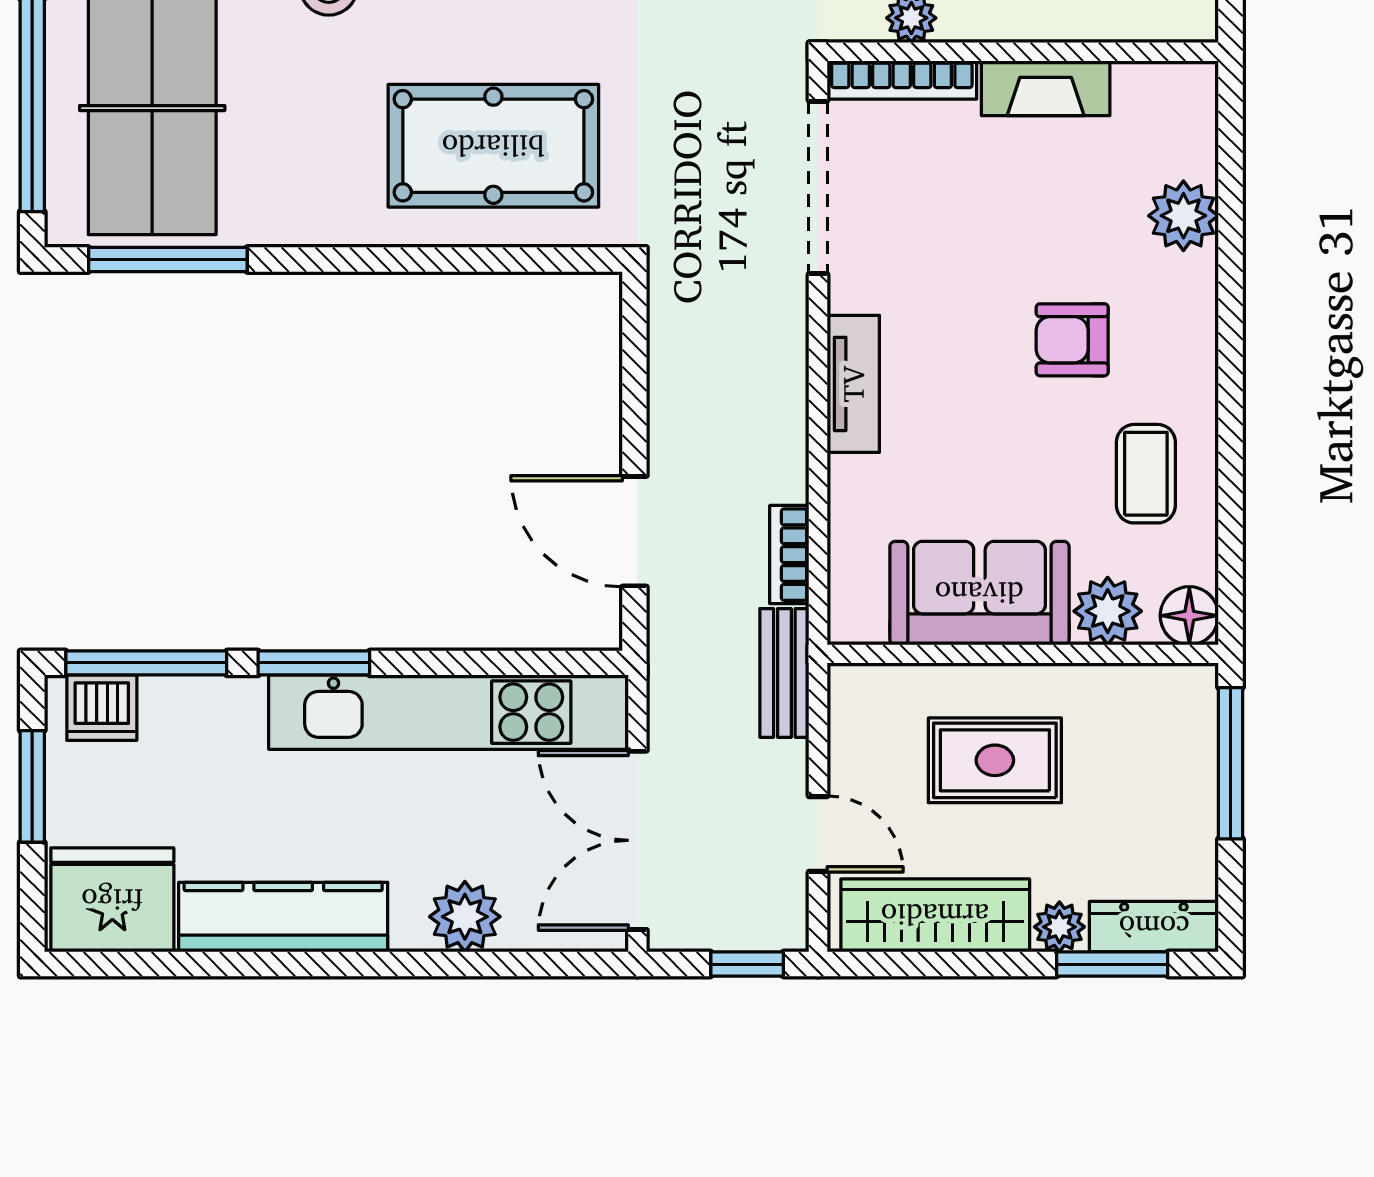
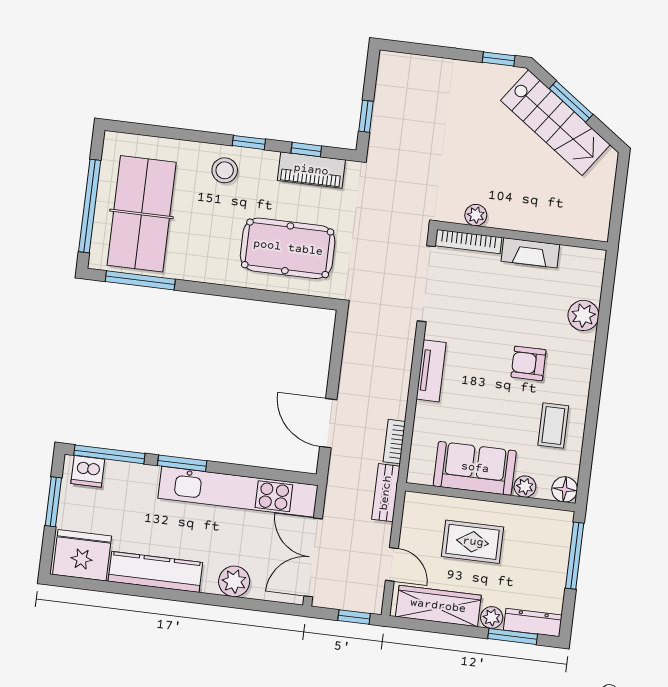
plant: (1108, 611) -> (525, 487), width x0.73, depth x0.73

